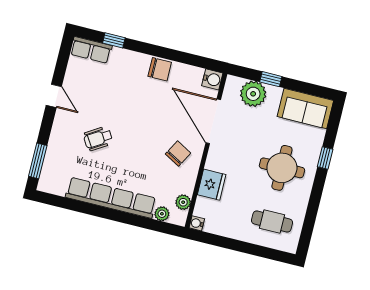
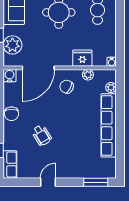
chair: (160, 69) -> (12, 114), turned 180
wheelchair: (98, 139) -> (42, 135), moved
plant: (183, 202) -> (88, 75), moved

